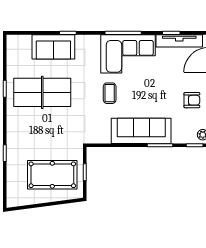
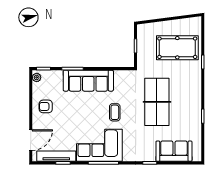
sofa: (53, 47) -> (174, 151), moved
table tennis table: (42, 92) -> (157, 102), moved, turned 90
pool table: (52, 175) -> (177, 48), moved

